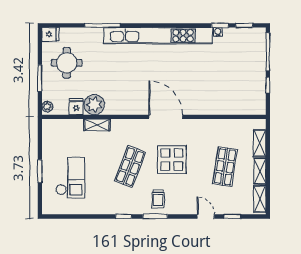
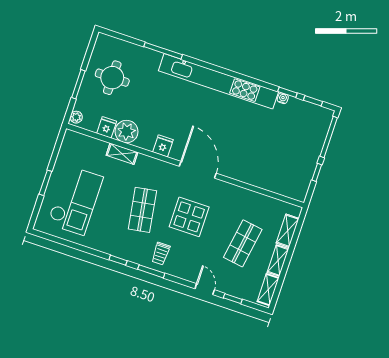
fridge: (50, 34) -> (163, 146), moved, turned -90
shop shelf: (130, 167) -> (142, 210), turned -30
checkout: (70, 178) -> (75, 200), width x1.36, depth x1.21

